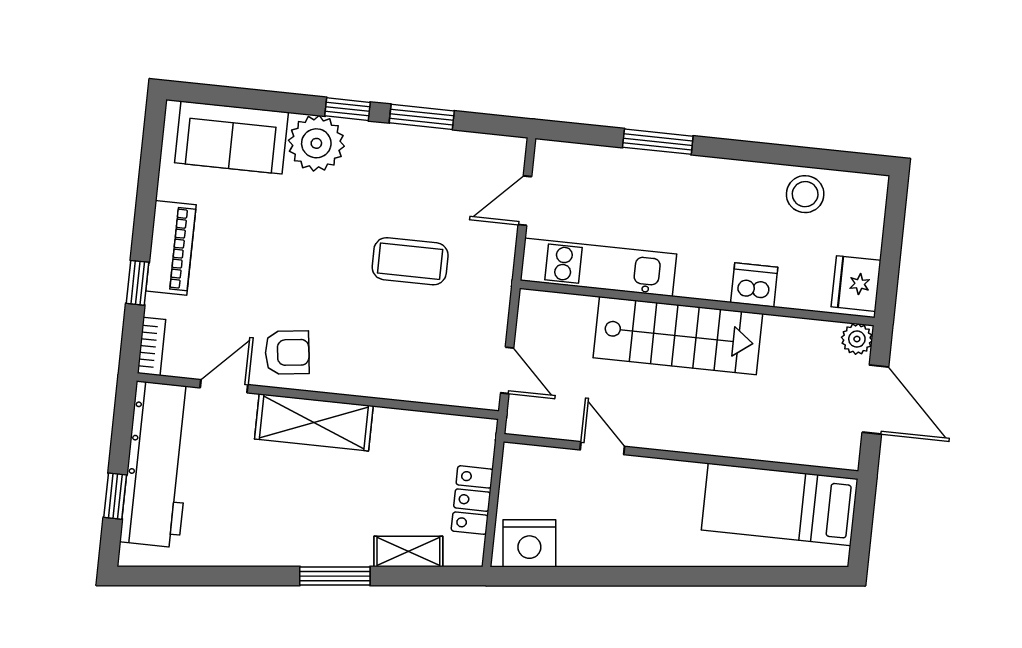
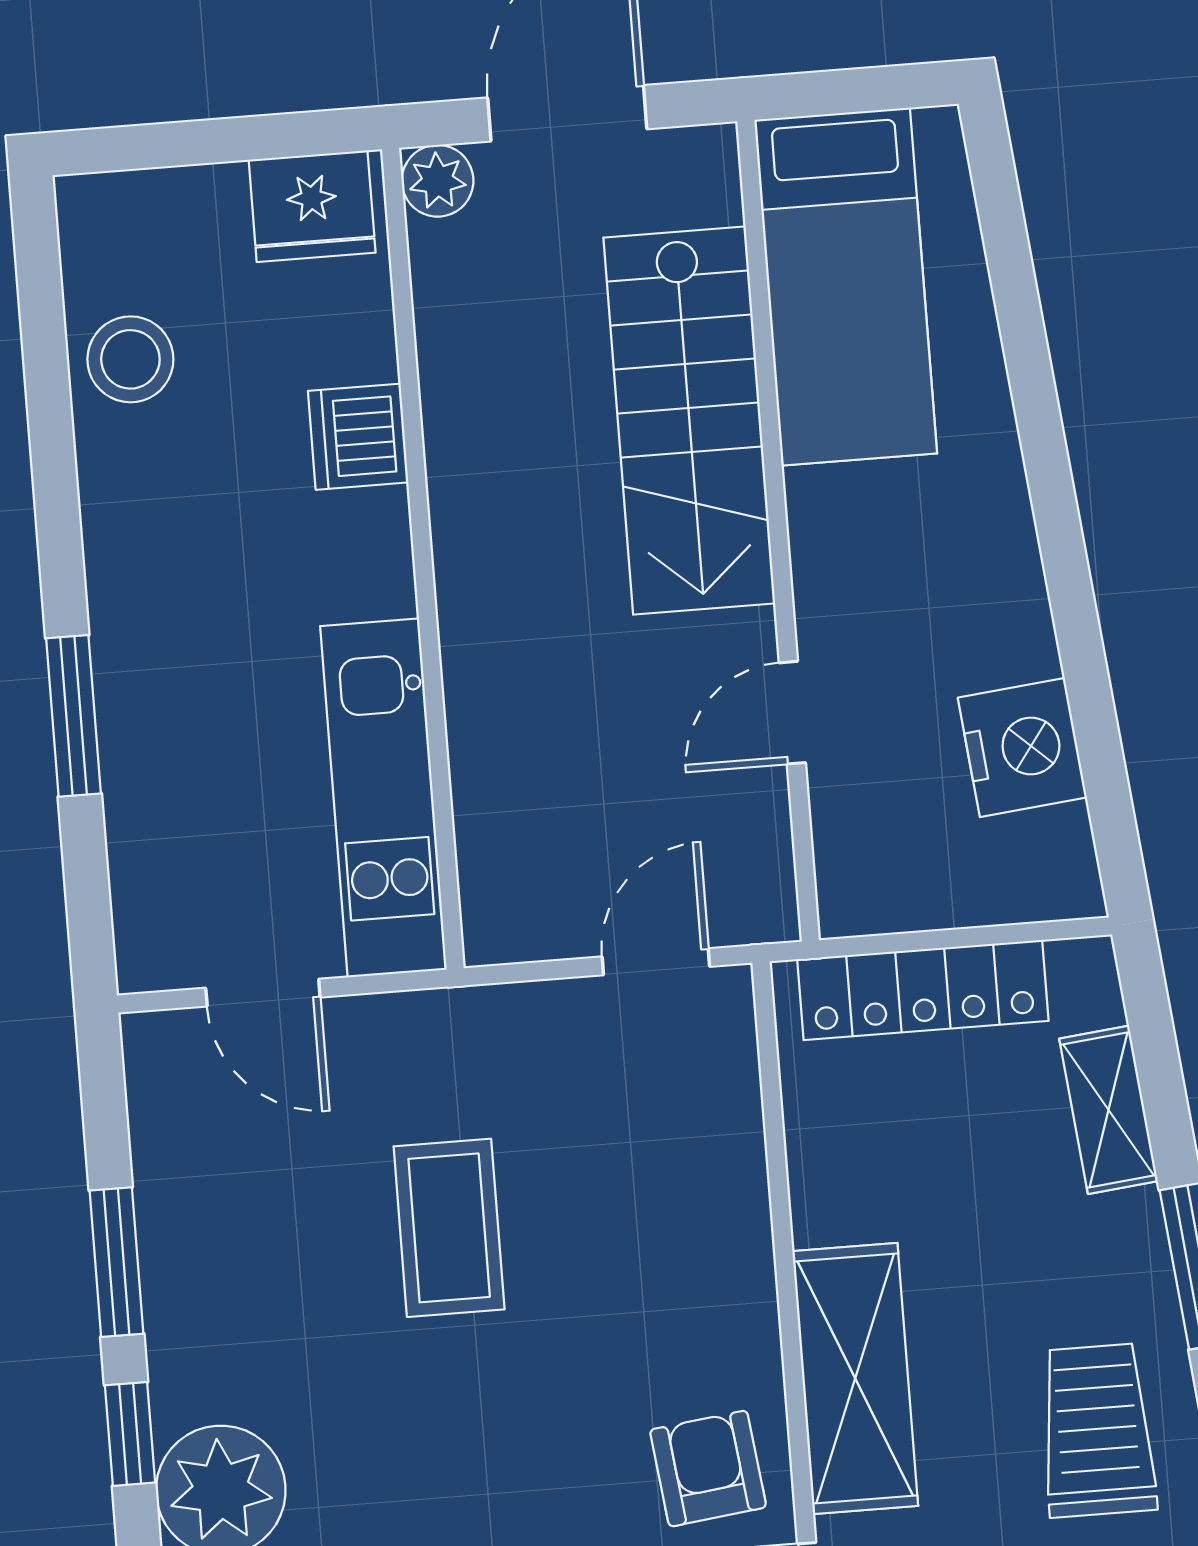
stairs: (678, 336) -> (689, 420), moved, turned 180
locker: (472, 500) -> (923, 990), width x1.53
trolley: (273, 521) -> (1097, 1430), added
nightstand: (529, 543) -> (1022, 748), moved

